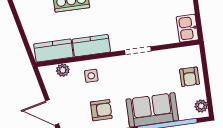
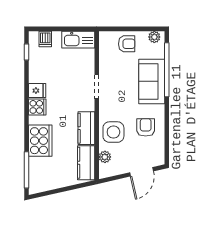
kitchen sink: (187, 28) -> (78, 40), width x1.38
side table: (91, 76) -> (113, 132), width x1.87, depth x1.87

